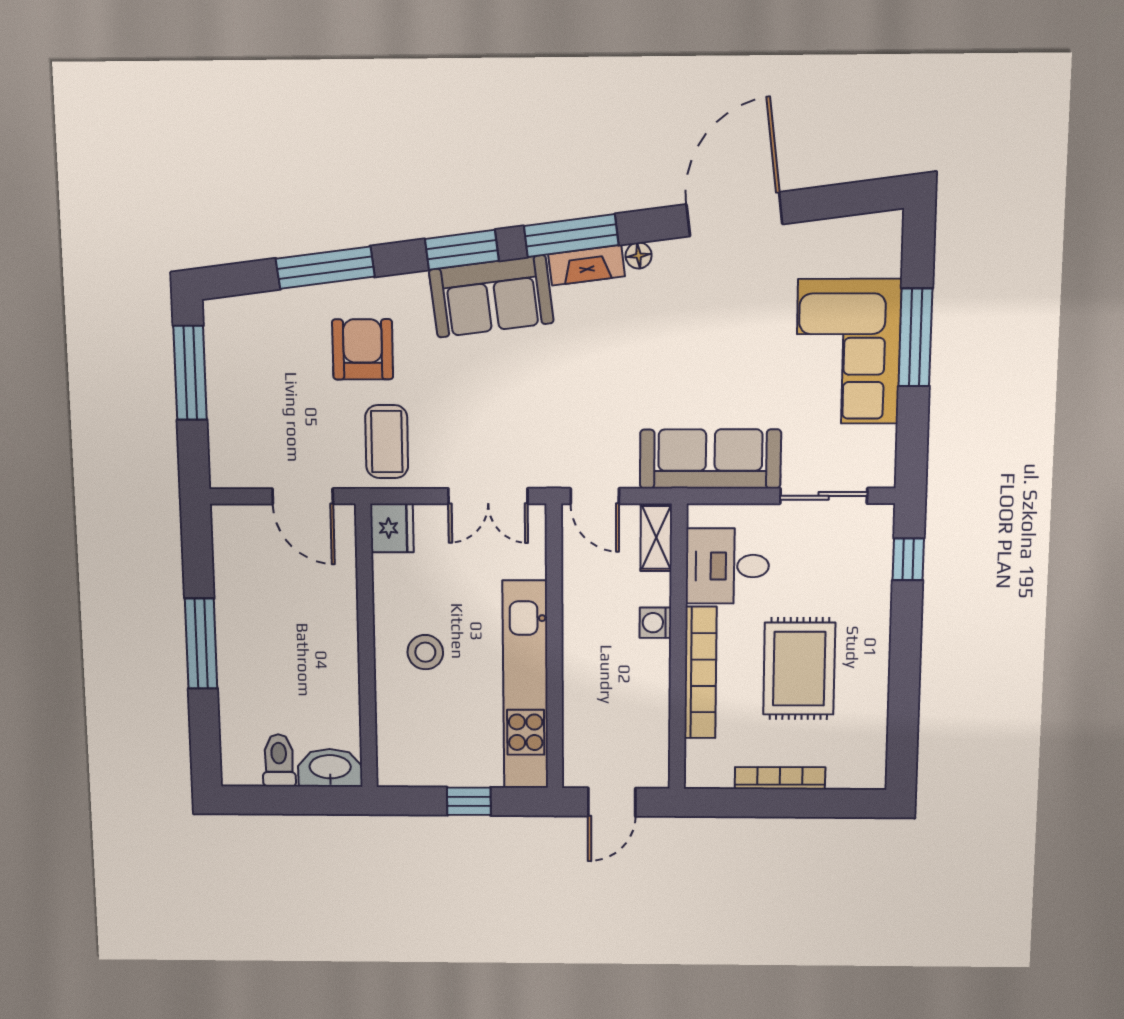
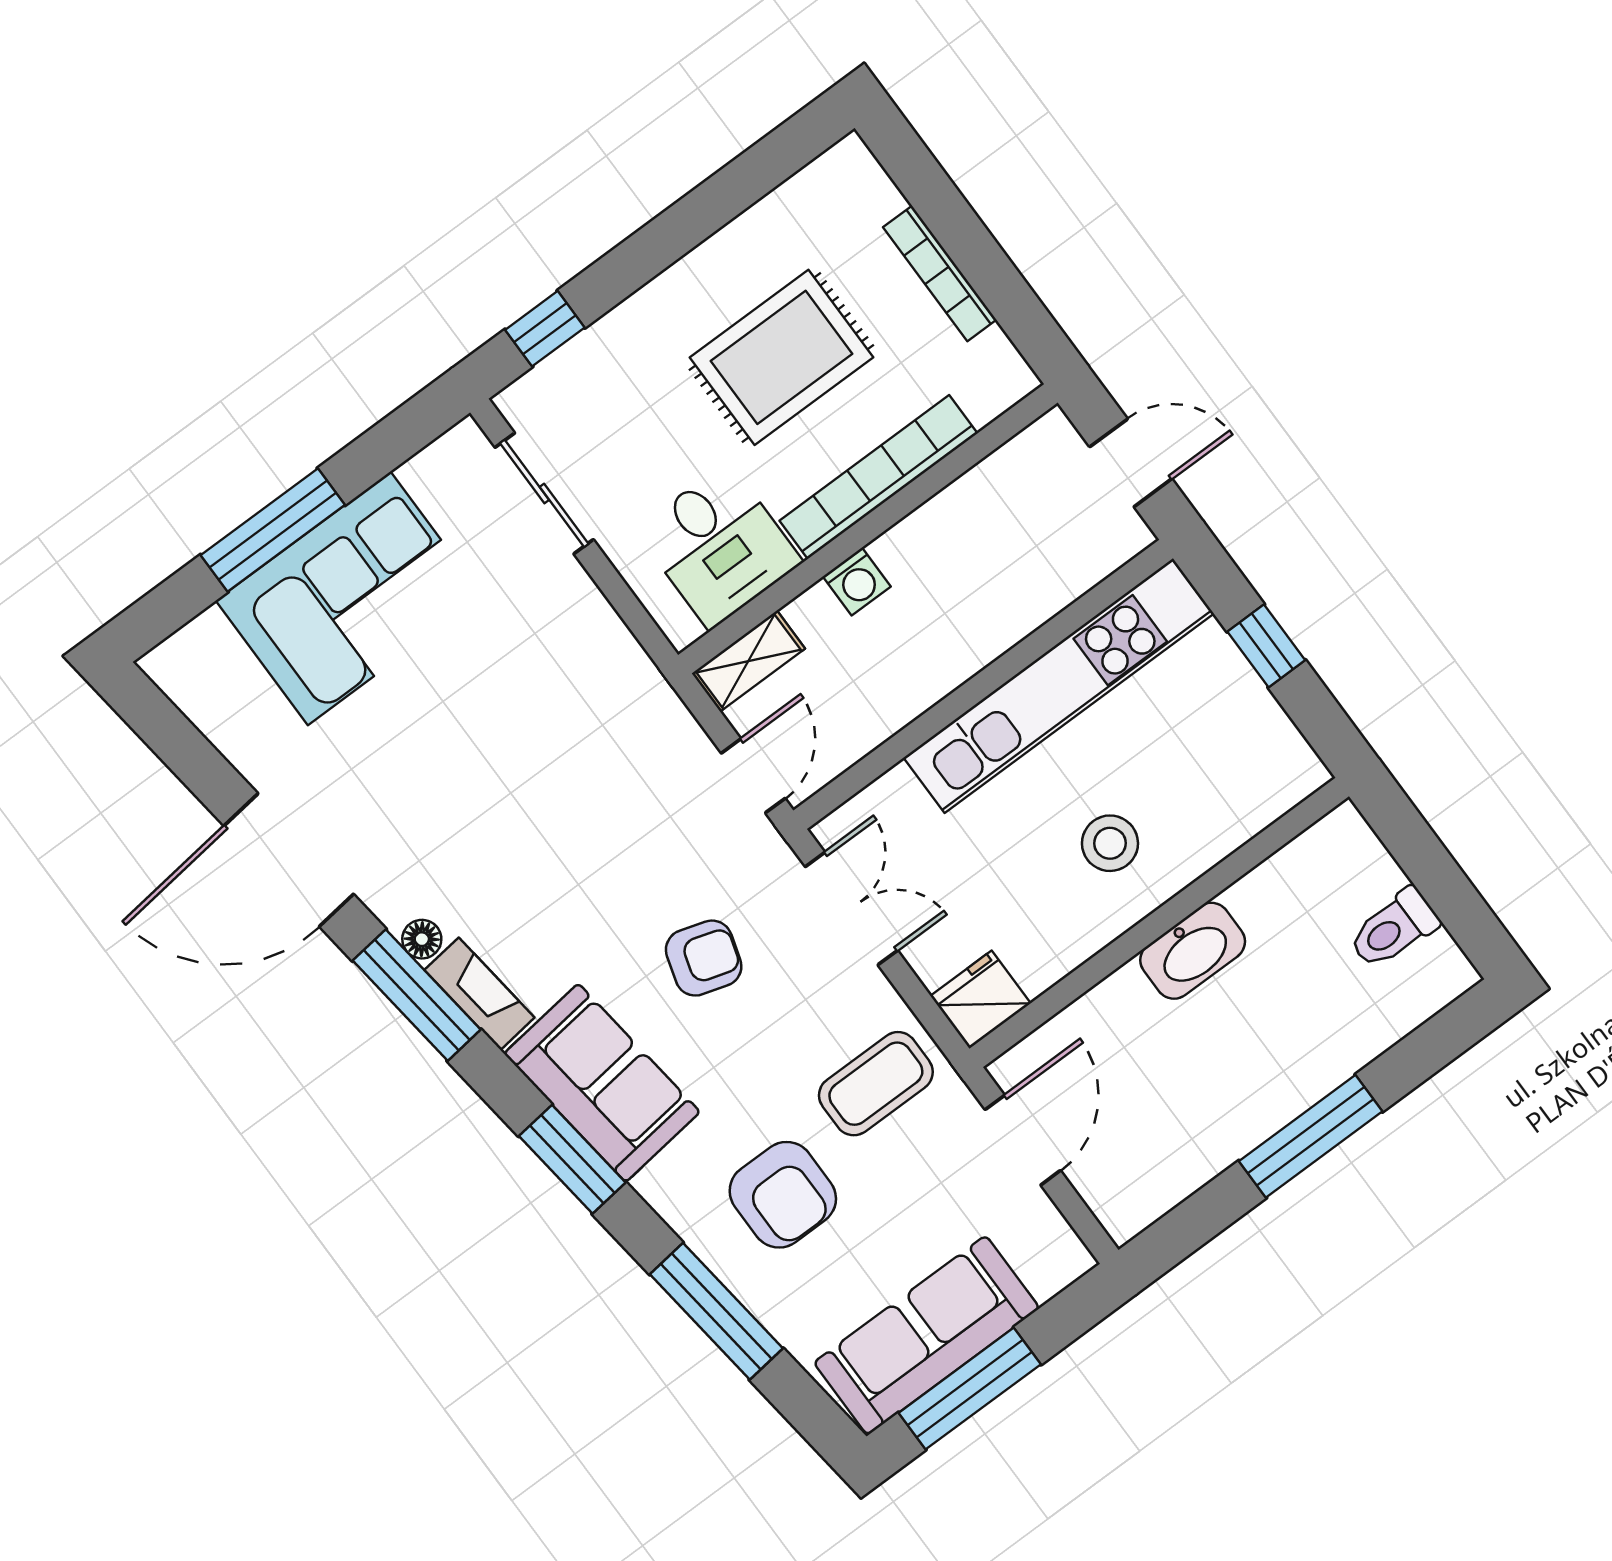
window: (571, 236) -> (417, 995), moved
armchair: (363, 349) -> (783, 1195), turned -90
armchair: (518, 400) -> (704, 958), added
sofa: (710, 459) -> (927, 1335), moved, turned 90
washbasin: (330, 768) -> (1193, 951), moved, turned -90

